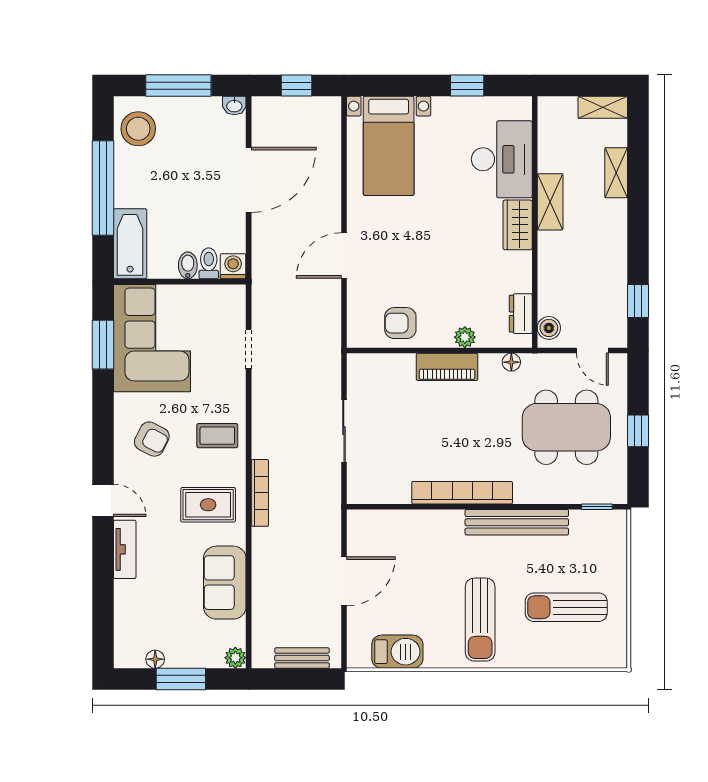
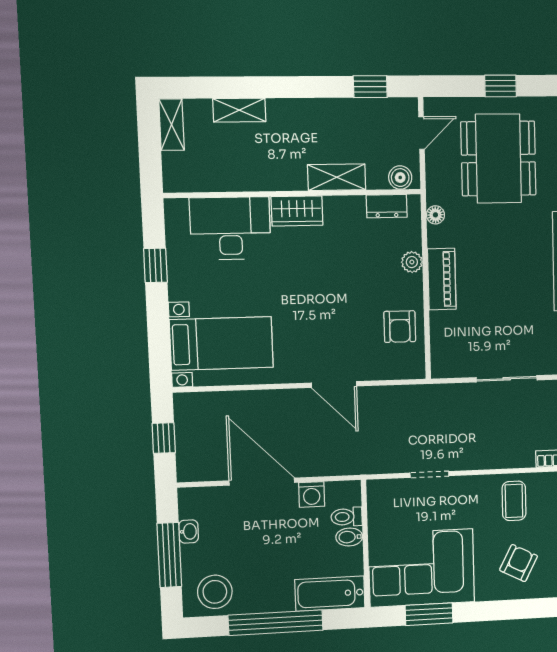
washbasin: (234, 106) -> (189, 532), moved
shelving: (550, 202) -> (337, 177), moved
washing machine: (233, 266) -> (312, 494), moved, turned -90

